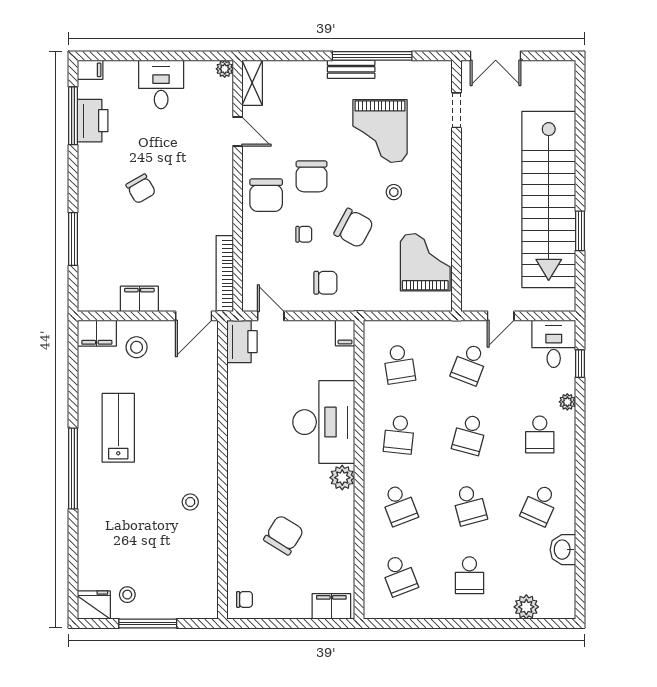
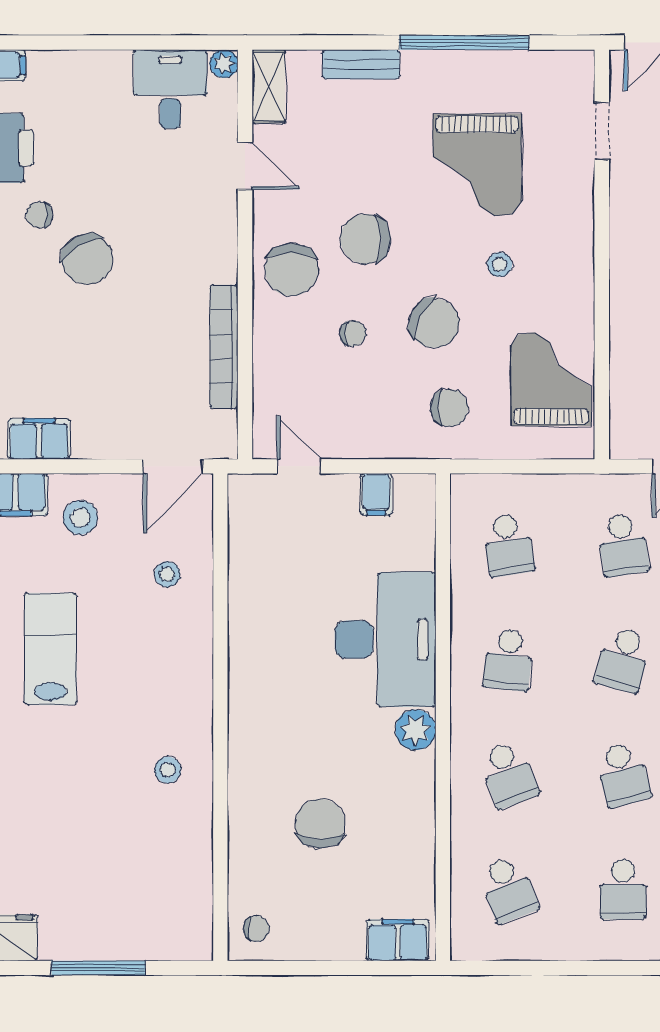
bench: (351, 69) -> (361, 64), moved
desk: (161, 84) -> (170, 89), moved
chair: (111, 162) -> (39, 215), added
chair: (312, 176) -> (366, 239), turned 90
chair: (141, 189) -> (87, 259), width x1.37, depth x1.37
bookcase: (225, 274) -> (224, 347), moved
chair: (325, 283) -> (449, 408), moved
filing cabinet: (139, 299) -> (39, 439), moved
filing cabinet: (345, 333) -> (376, 494), moved
printer: (242, 342) -> (252, 508), removed
school desk: (469, 364) -> (623, 545), turned -30
chair: (284, 535) -> (320, 824), turned -32
stool: (127, 595) -> (167, 574), moved

